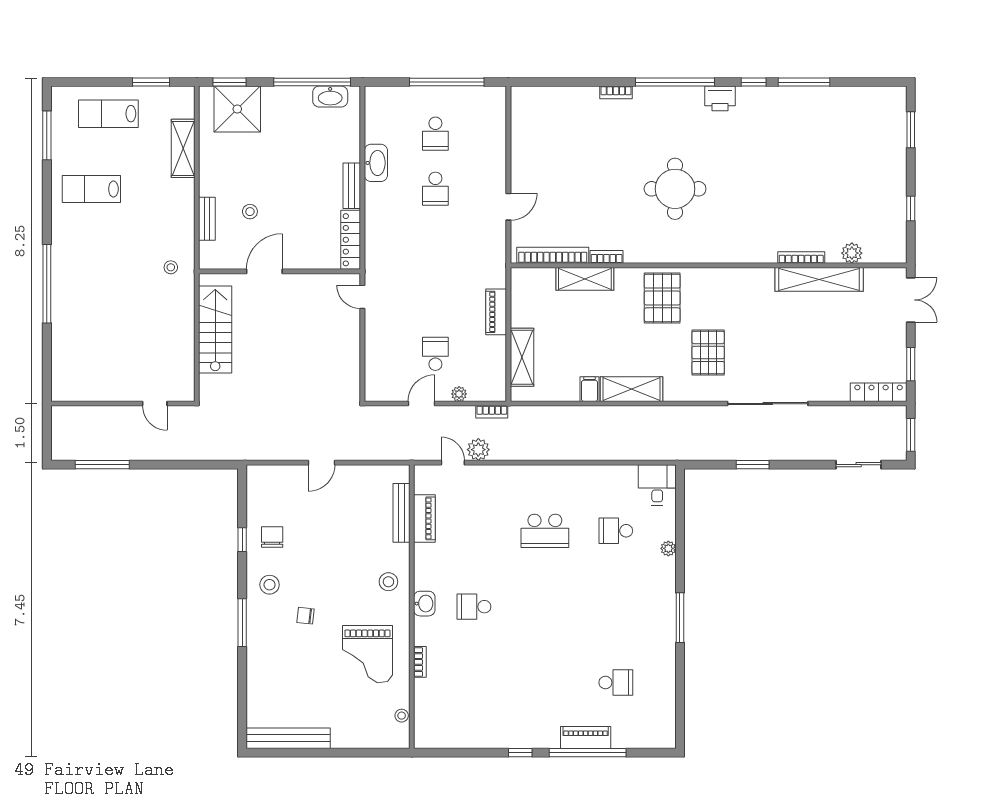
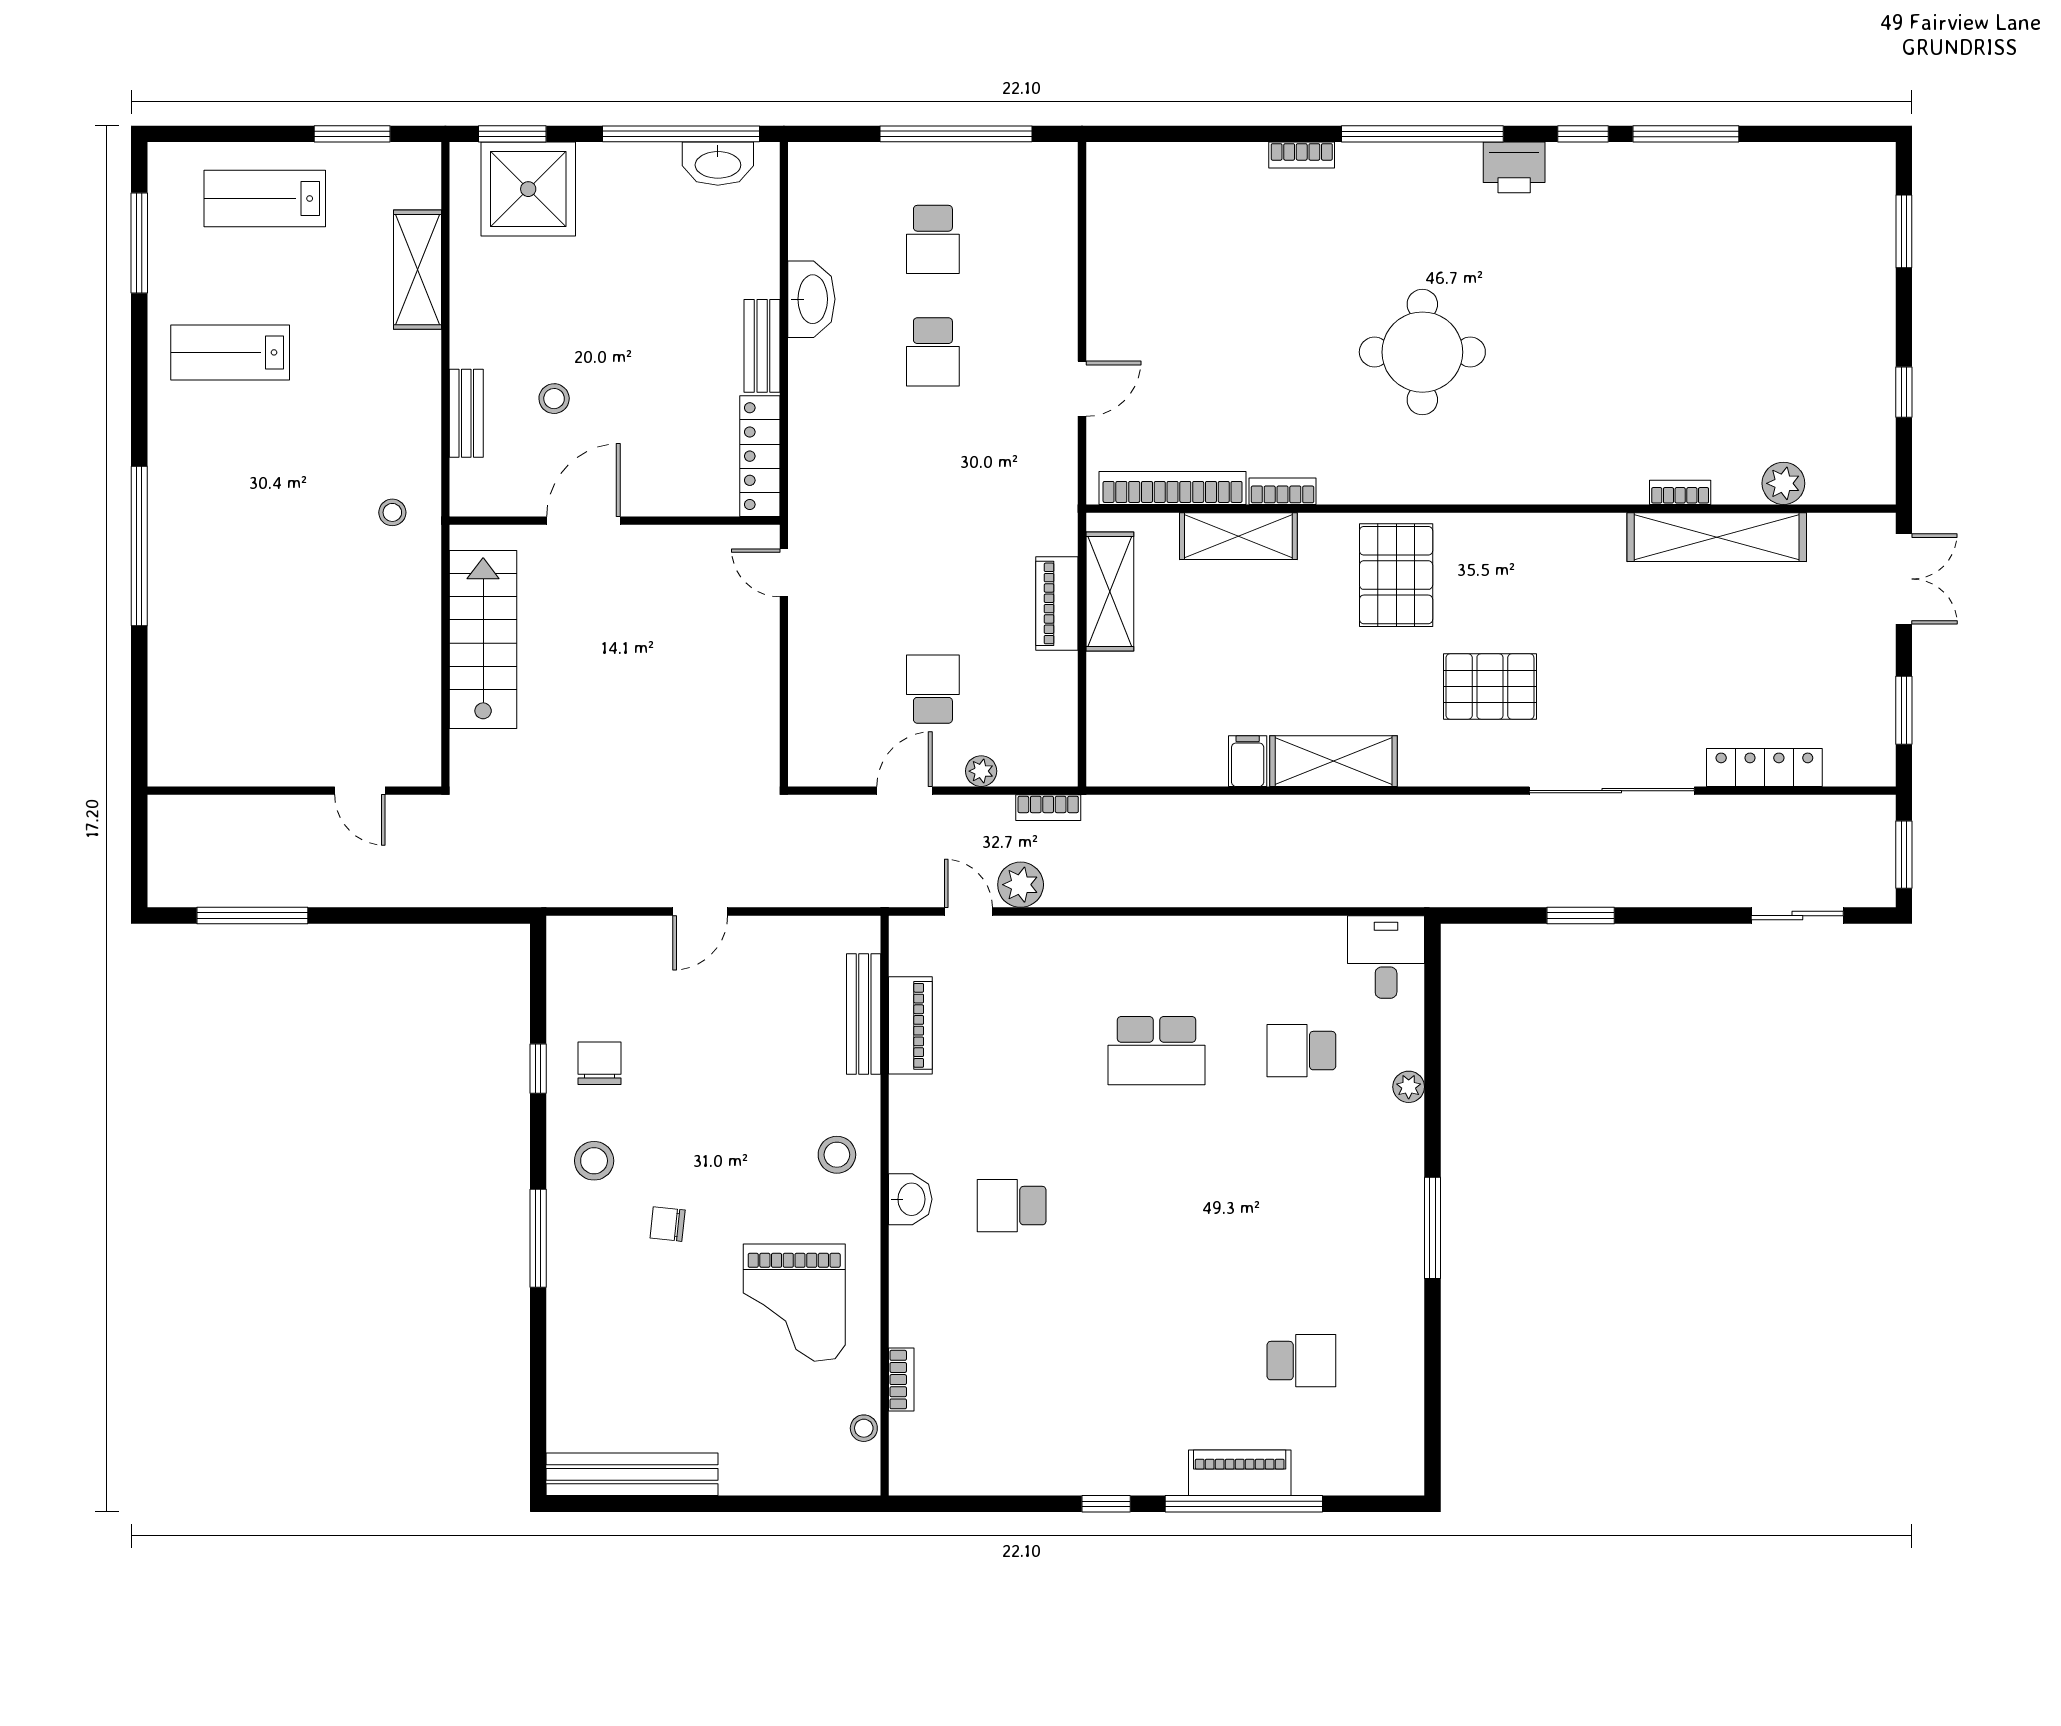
bookcase: (801, 257) -> (1680, 492), width x0.64
pallet: (708, 353) -> (1490, 687), turned 90
shelving: (522, 357) -> (1110, 591), moved
locker: (879, 392) -> (1764, 767), moved
bookcase: (420, 662) -> (901, 1380), moved

